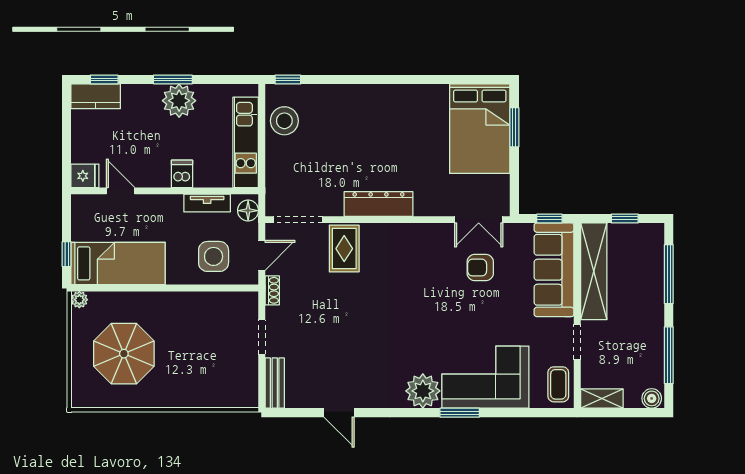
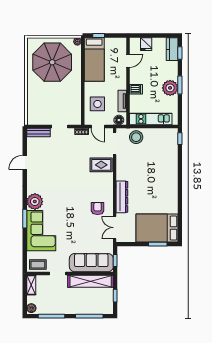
stool: (284, 121) -> (136, 137), moved
fridge: (85, 176) -> (146, 44), moved
dresser: (378, 204) -> (122, 197), moved
armchair: (480, 268) -> (98, 208), moved
parasol: (124, 354) -> (52, 62), width x1.36, depth x1.36

